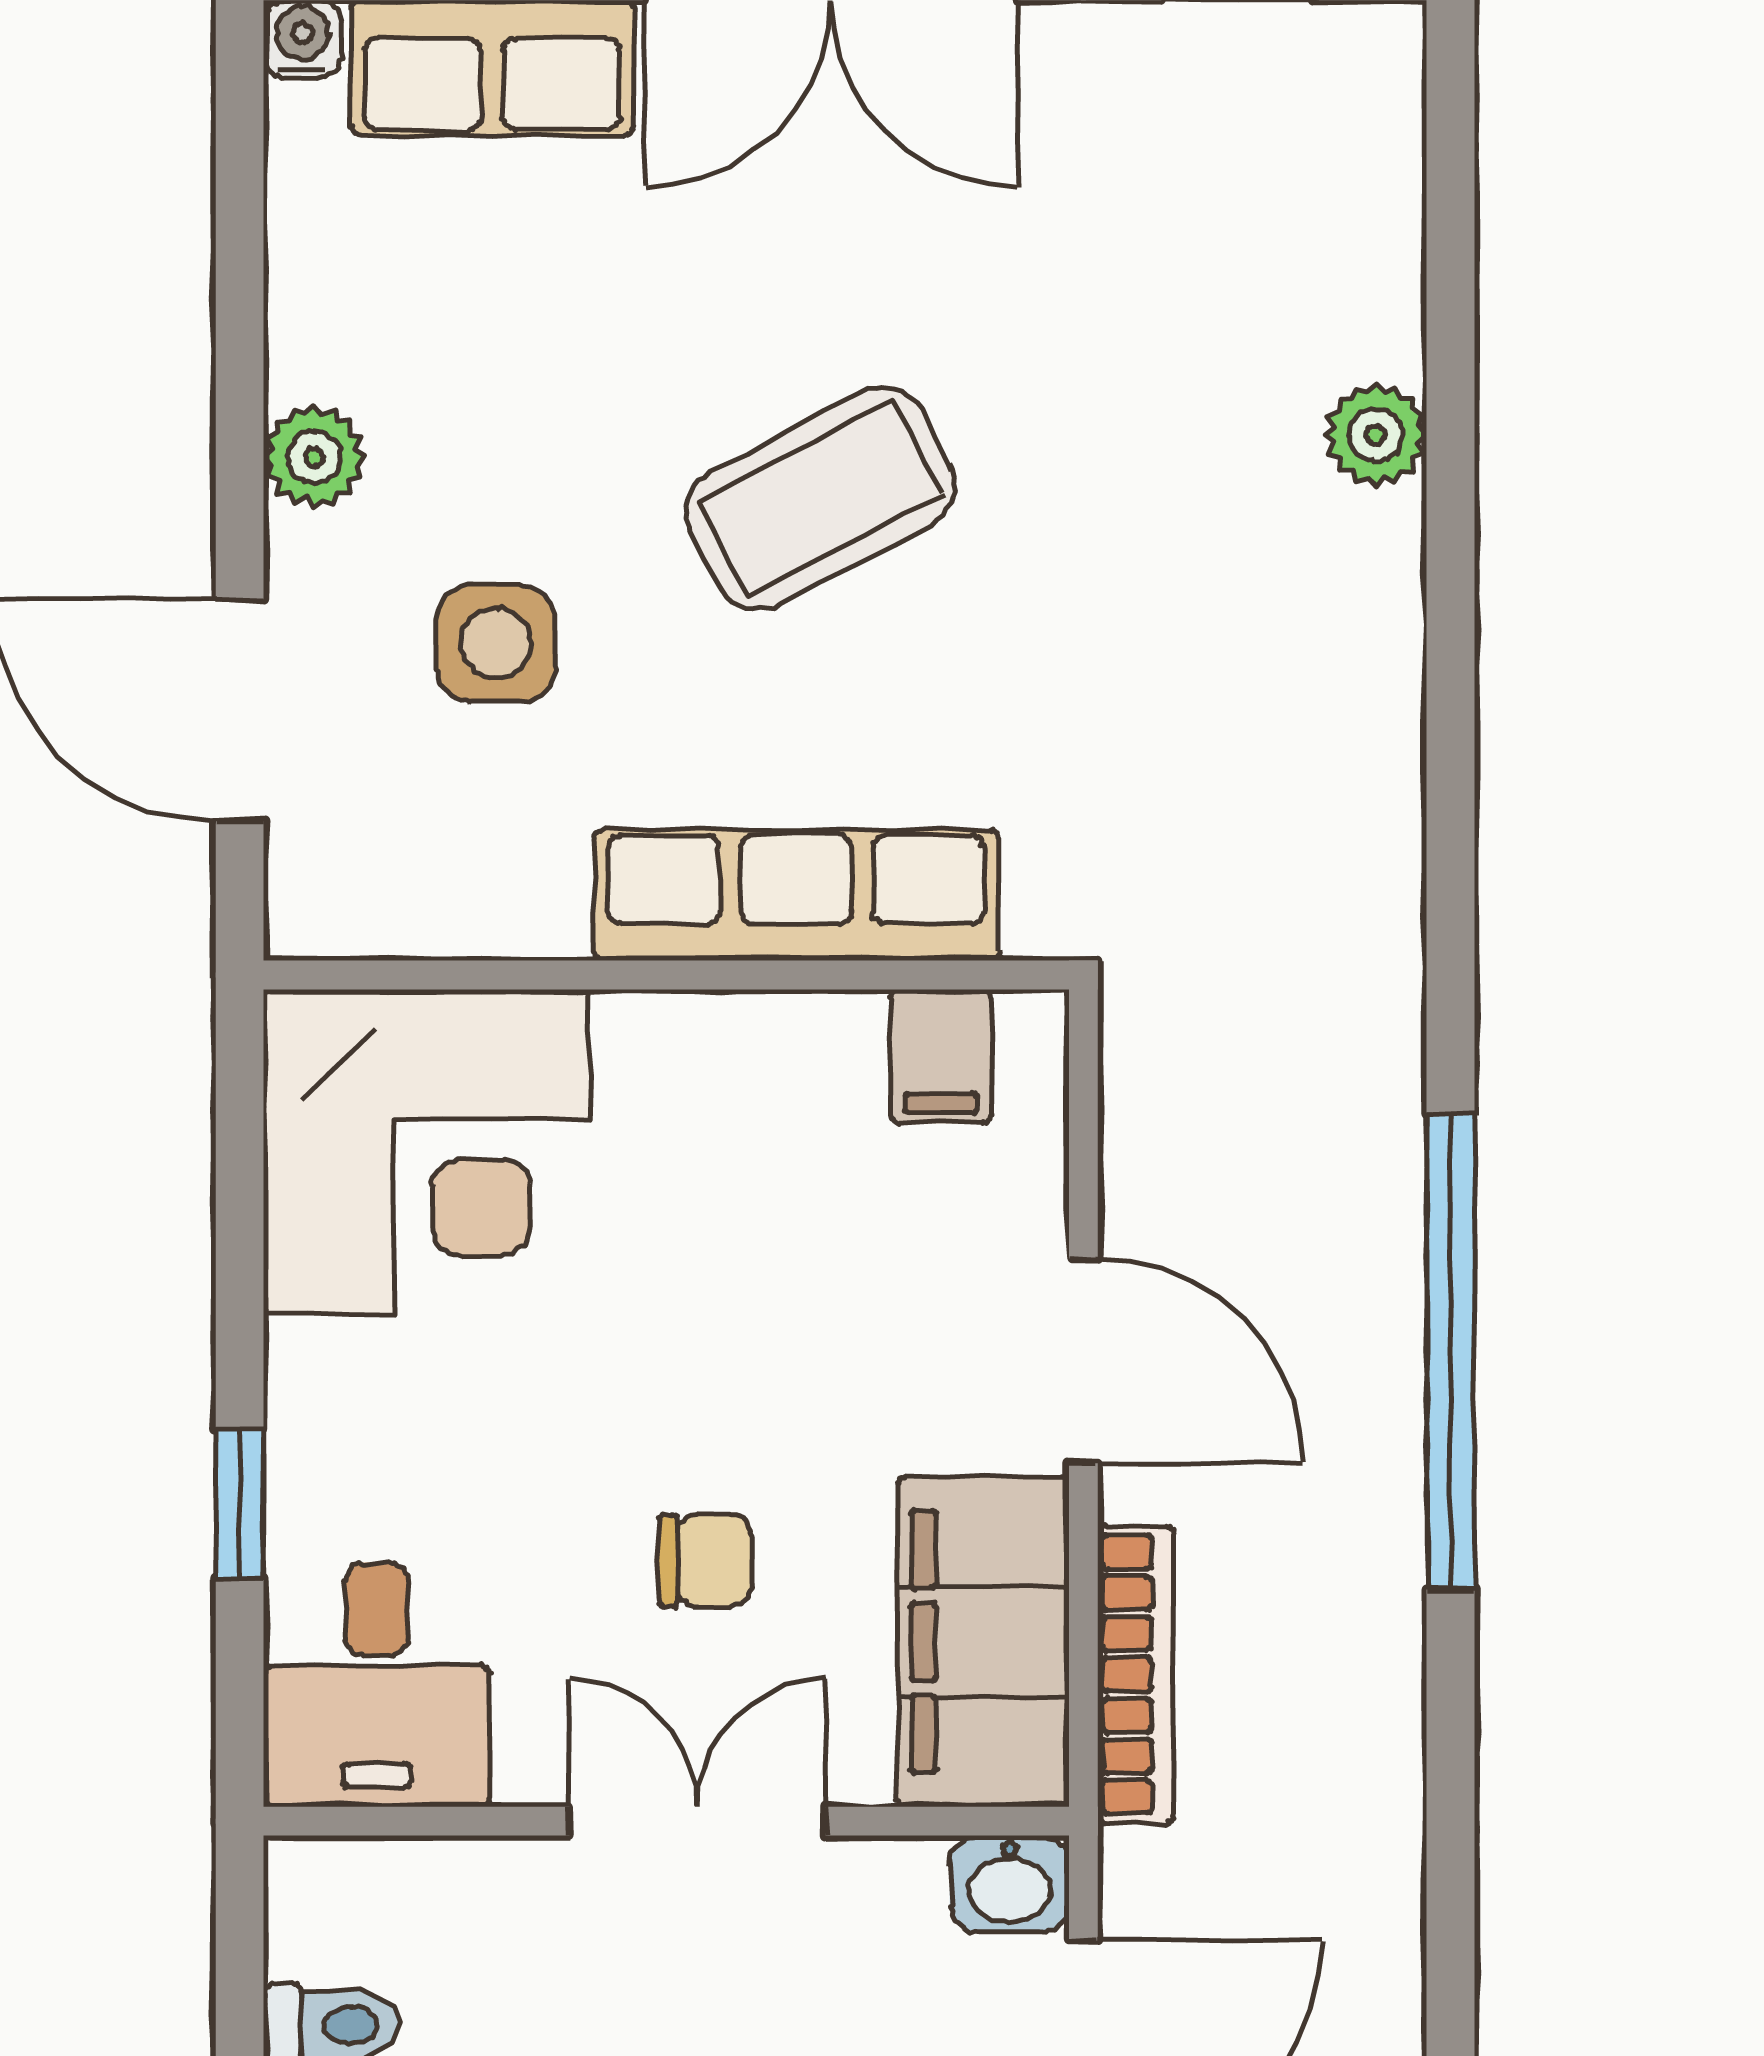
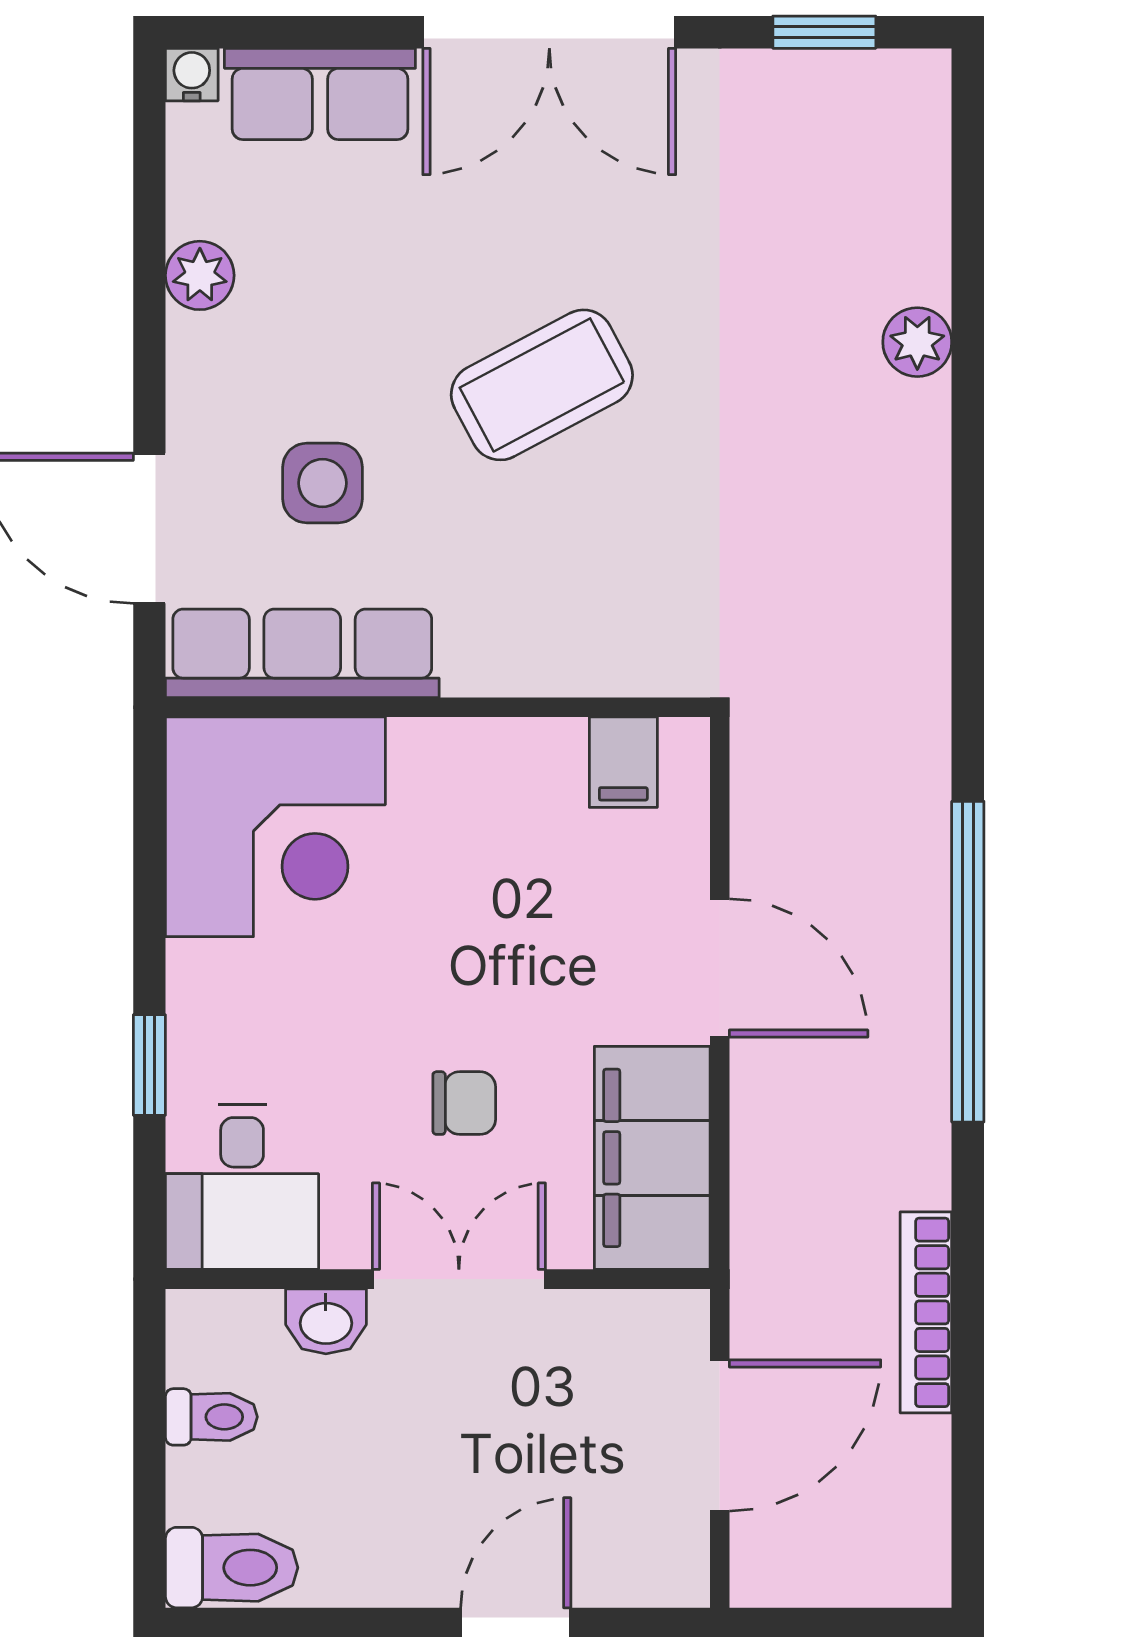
plant: (314, 457) -> (200, 275), moved
row of seats: (796, 895) -> (302, 653), moved
bookcase: (1136, 1675) -> (926, 1312), moved, turned 180
washbasin: (1009, 1884) -> (326, 1321), moved

